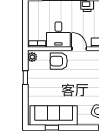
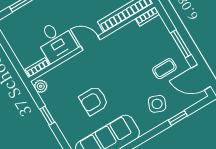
armchair: (59, 61) -> (94, 101), moved

